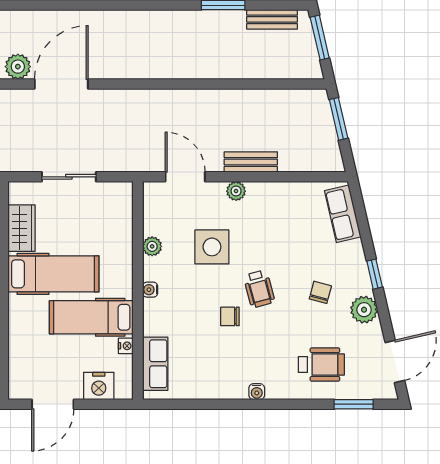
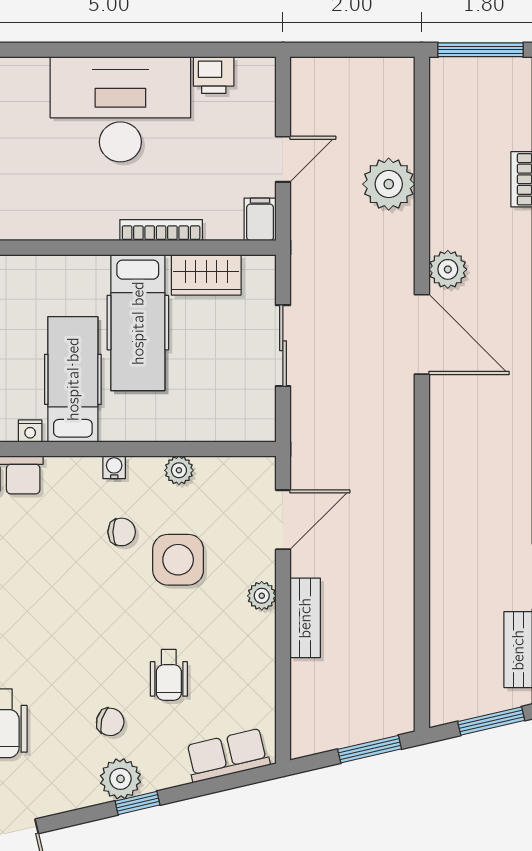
wheelchair: (259, 289) -> (169, 675), moved, turned -75
plant: (364, 310) -> (120, 779), moved
chair: (230, 316) -> (122, 532), moved, turned 90

